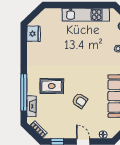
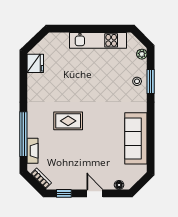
rug: (52, 86) -> (68, 121), moved
armchair: (80, 101) -> (91, 144), removed

